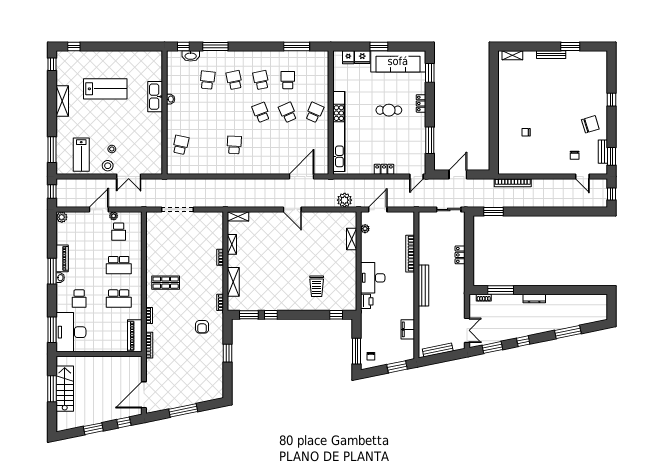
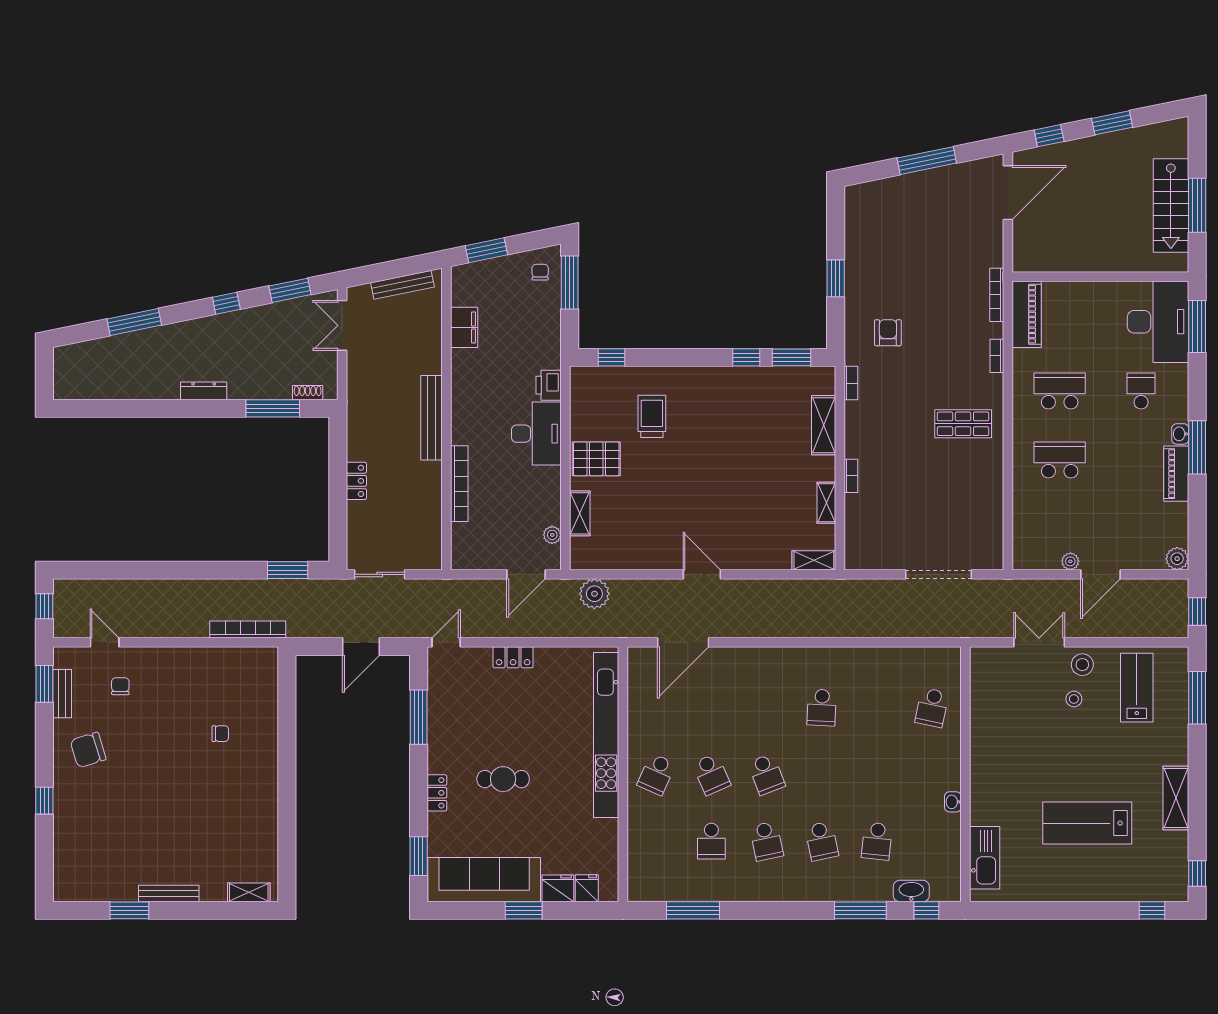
kitchen sink: (155, 97) -> (985, 858), moved
school desk: (119, 232) -> (1060, 529), removed
pallet: (344, 266) -> (596, 459), added

